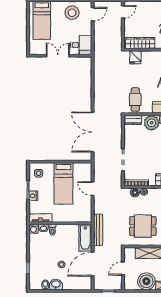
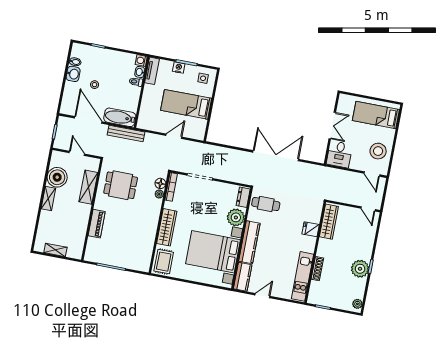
fridge: (135, 57) -> (311, 229), moved
double door: (93, 132) -> (276, 156), moved
dining table: (143, 226) -> (121, 185), turned 90

